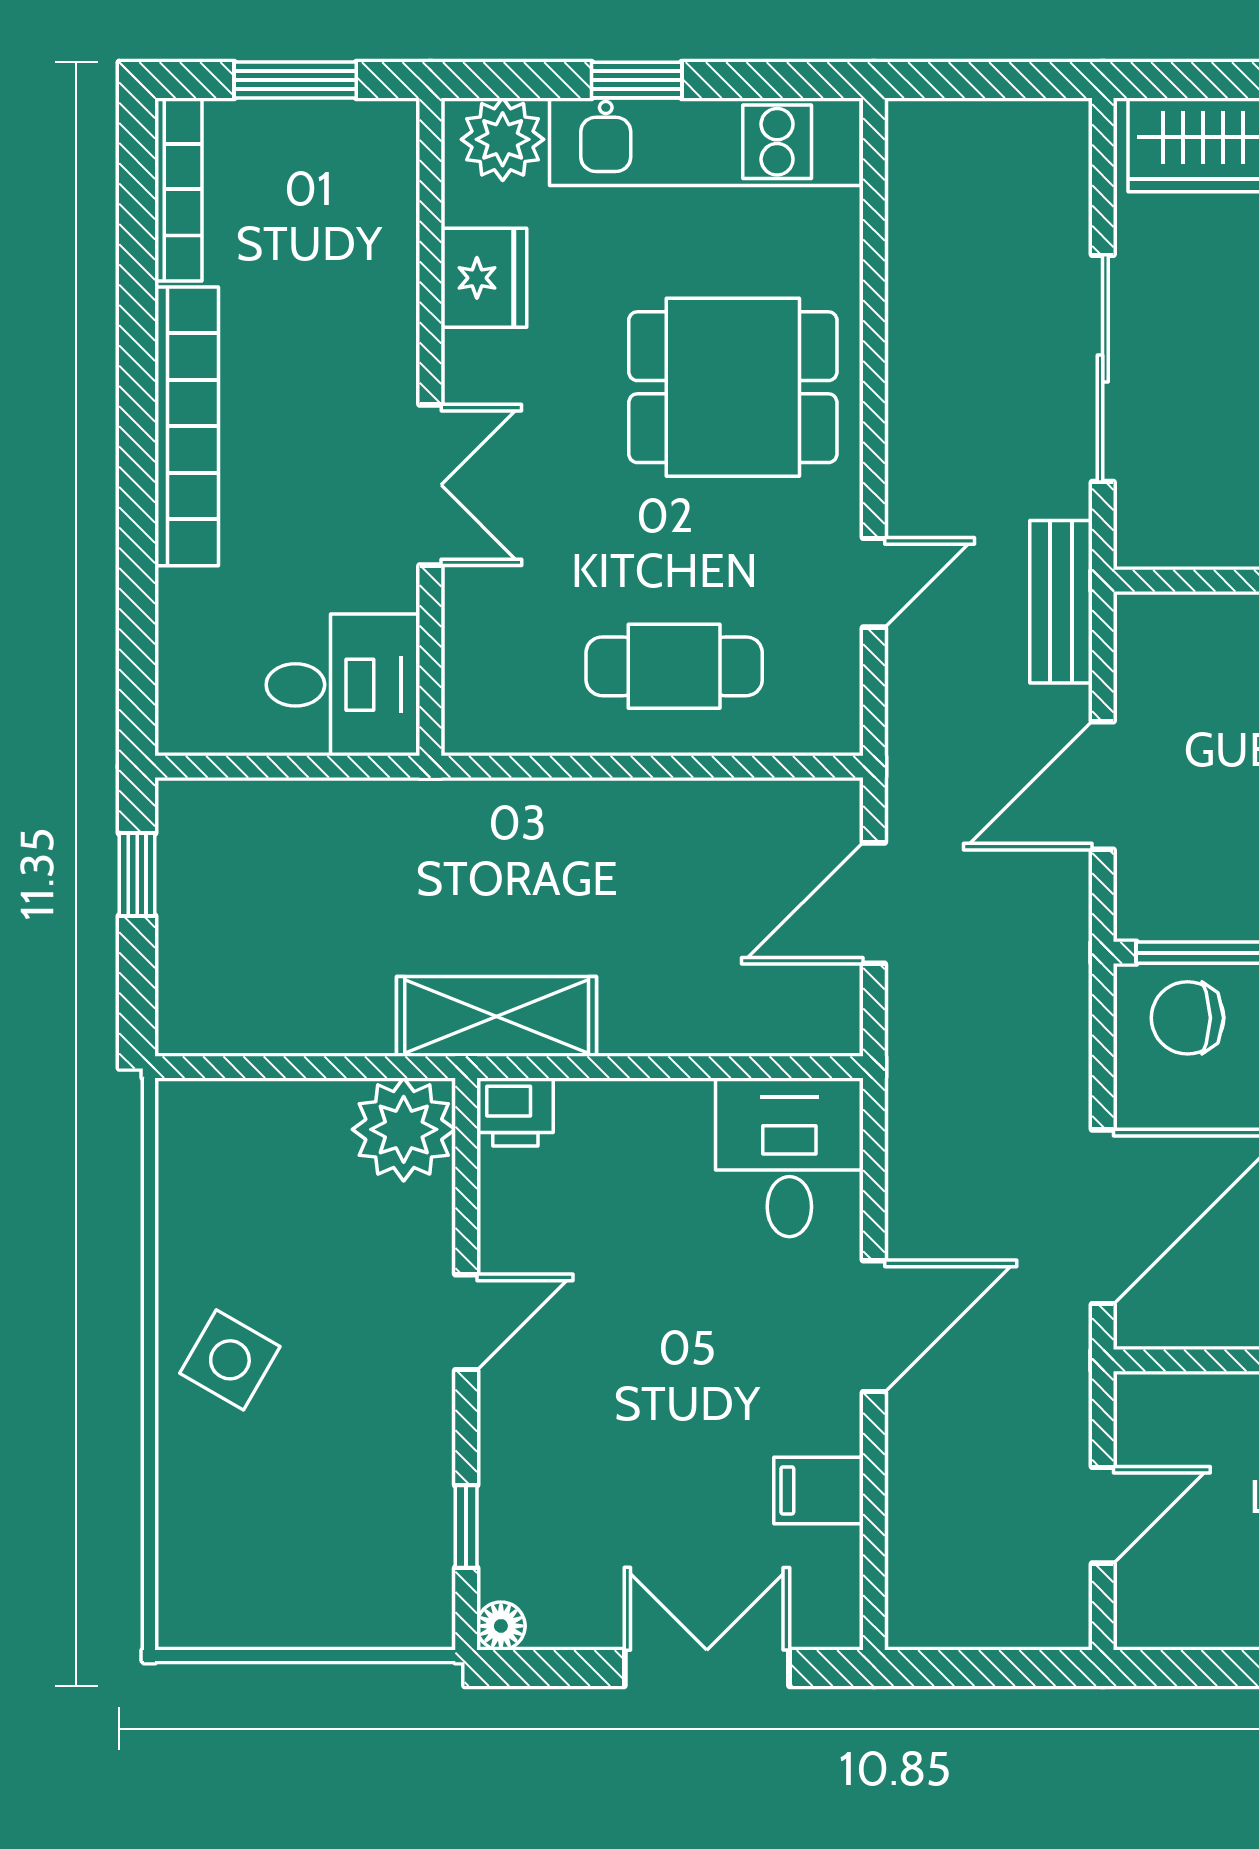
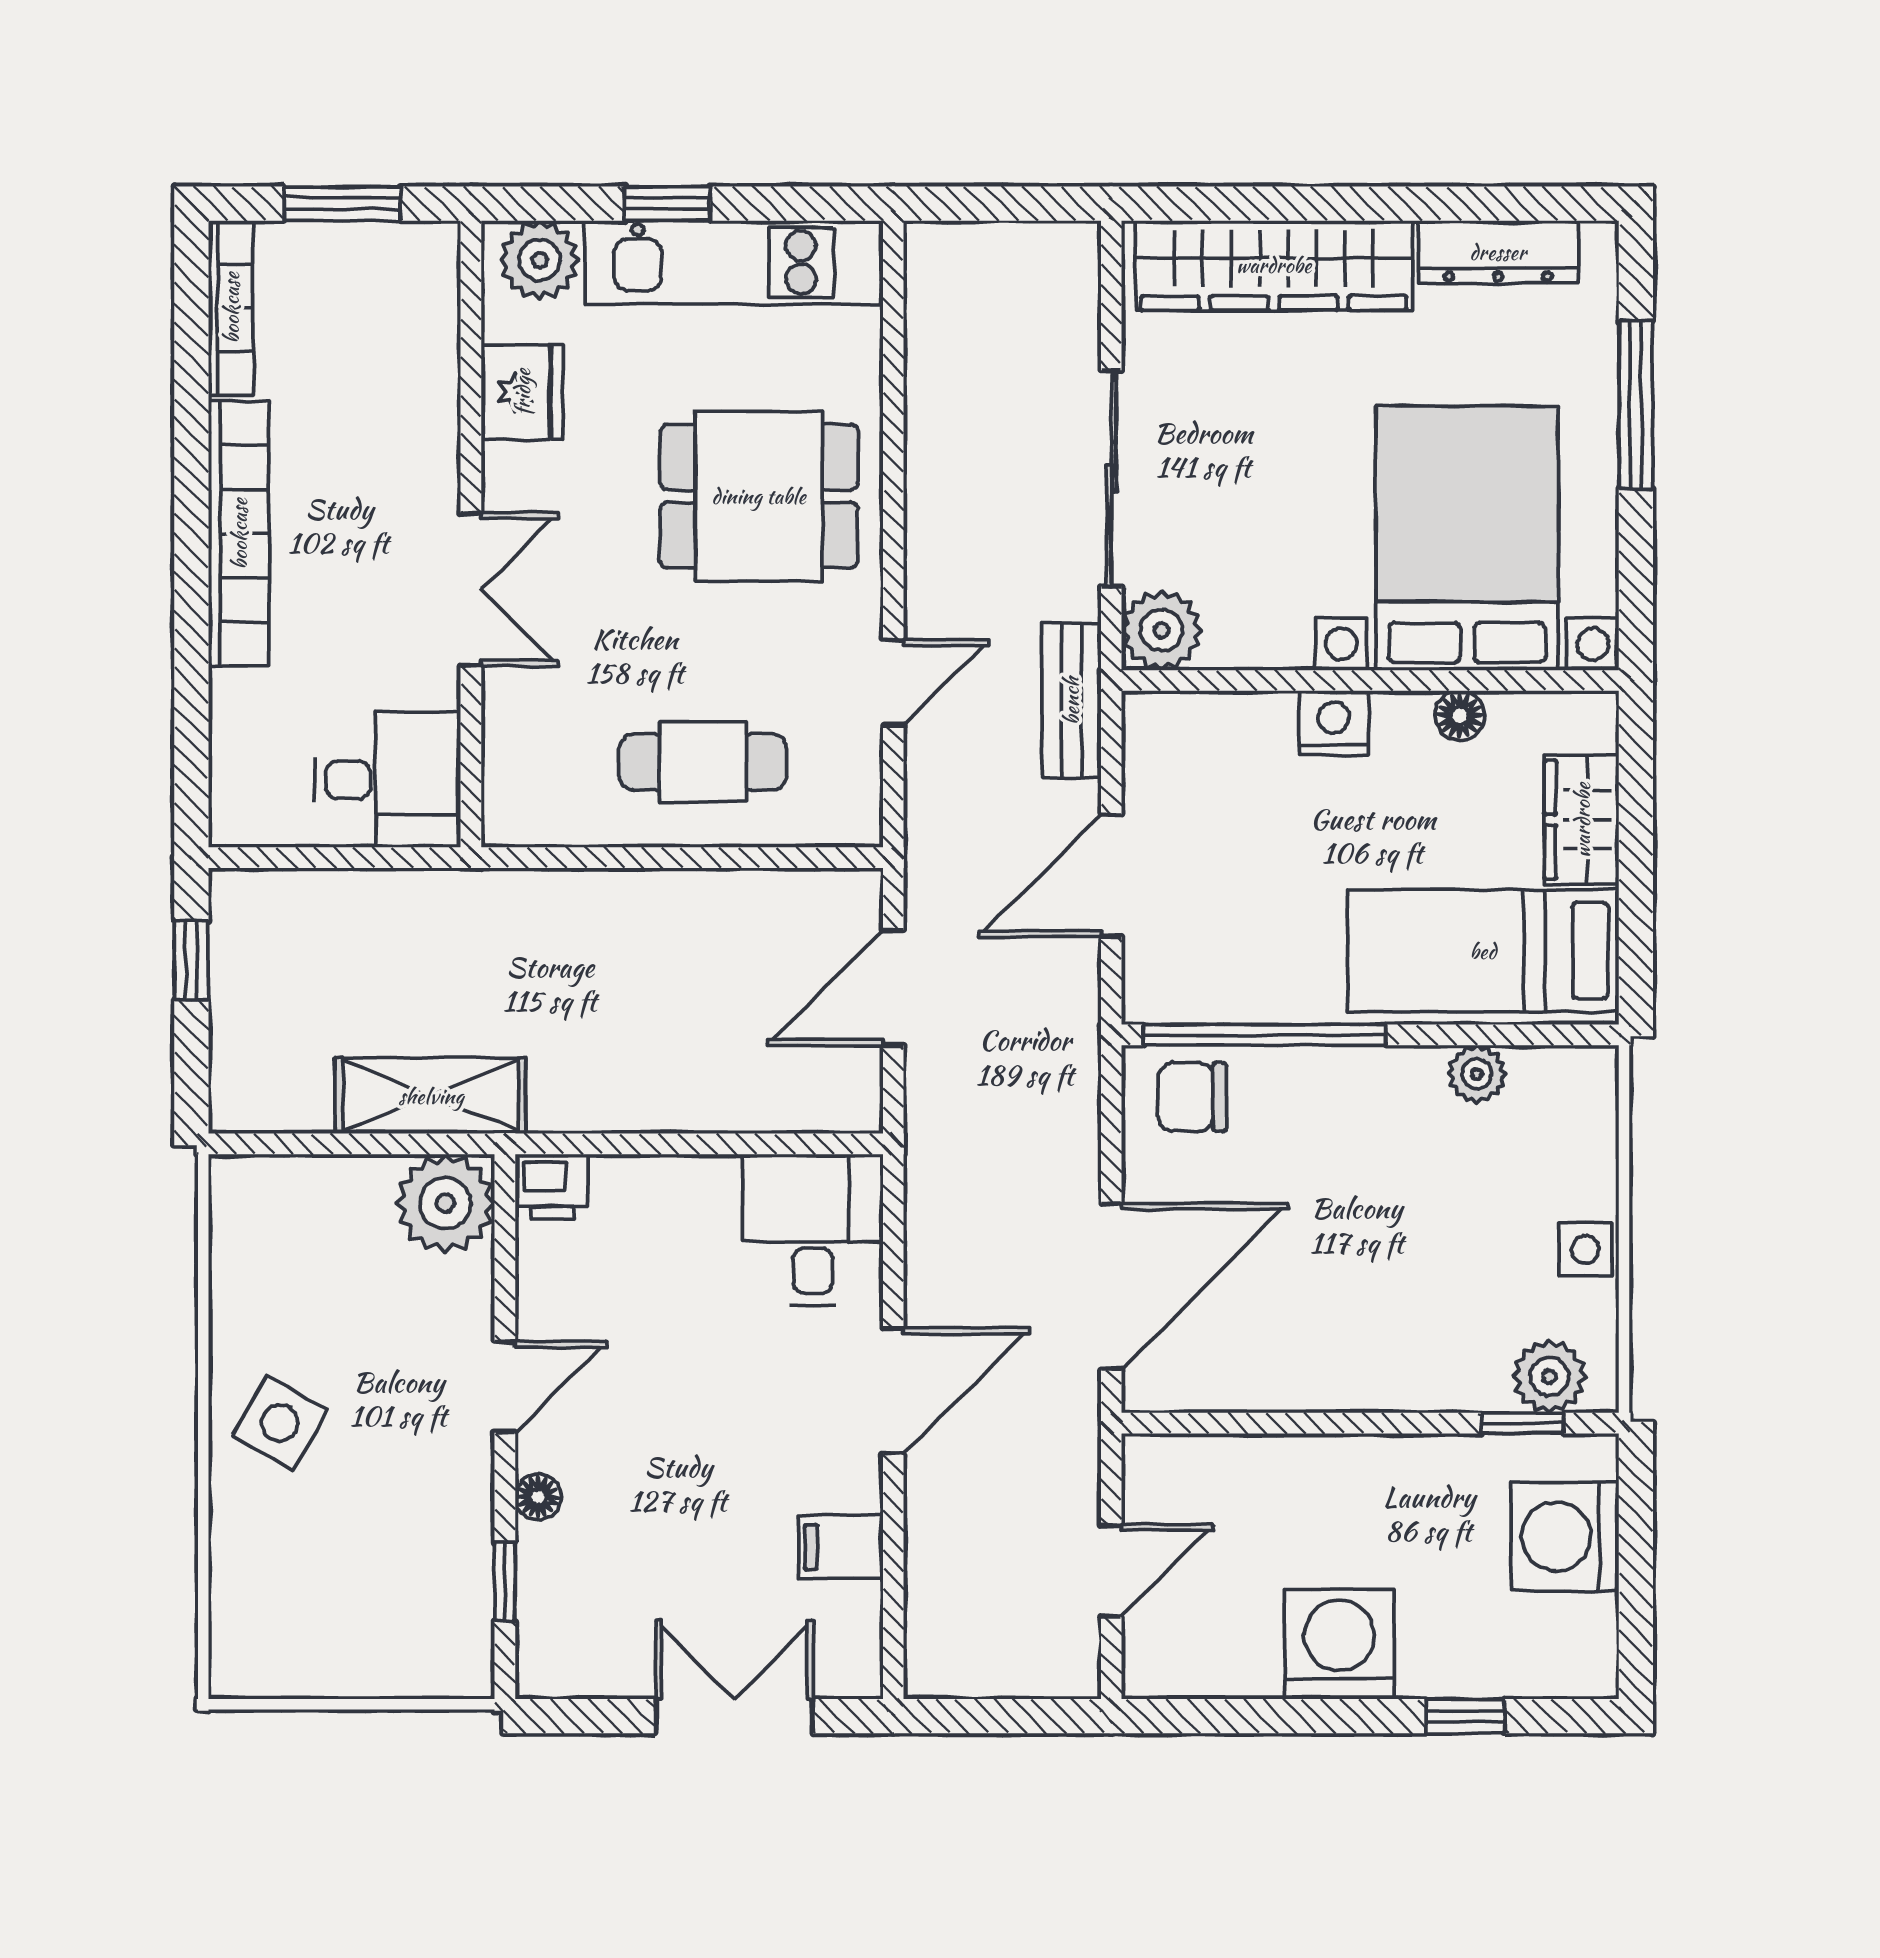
plant: (1155, 528) -> (1161, 630), added
shelving: (497, 1016) -> (431, 1096), moved
floor lamp: (501, 1626) -> (538, 1497), moved

